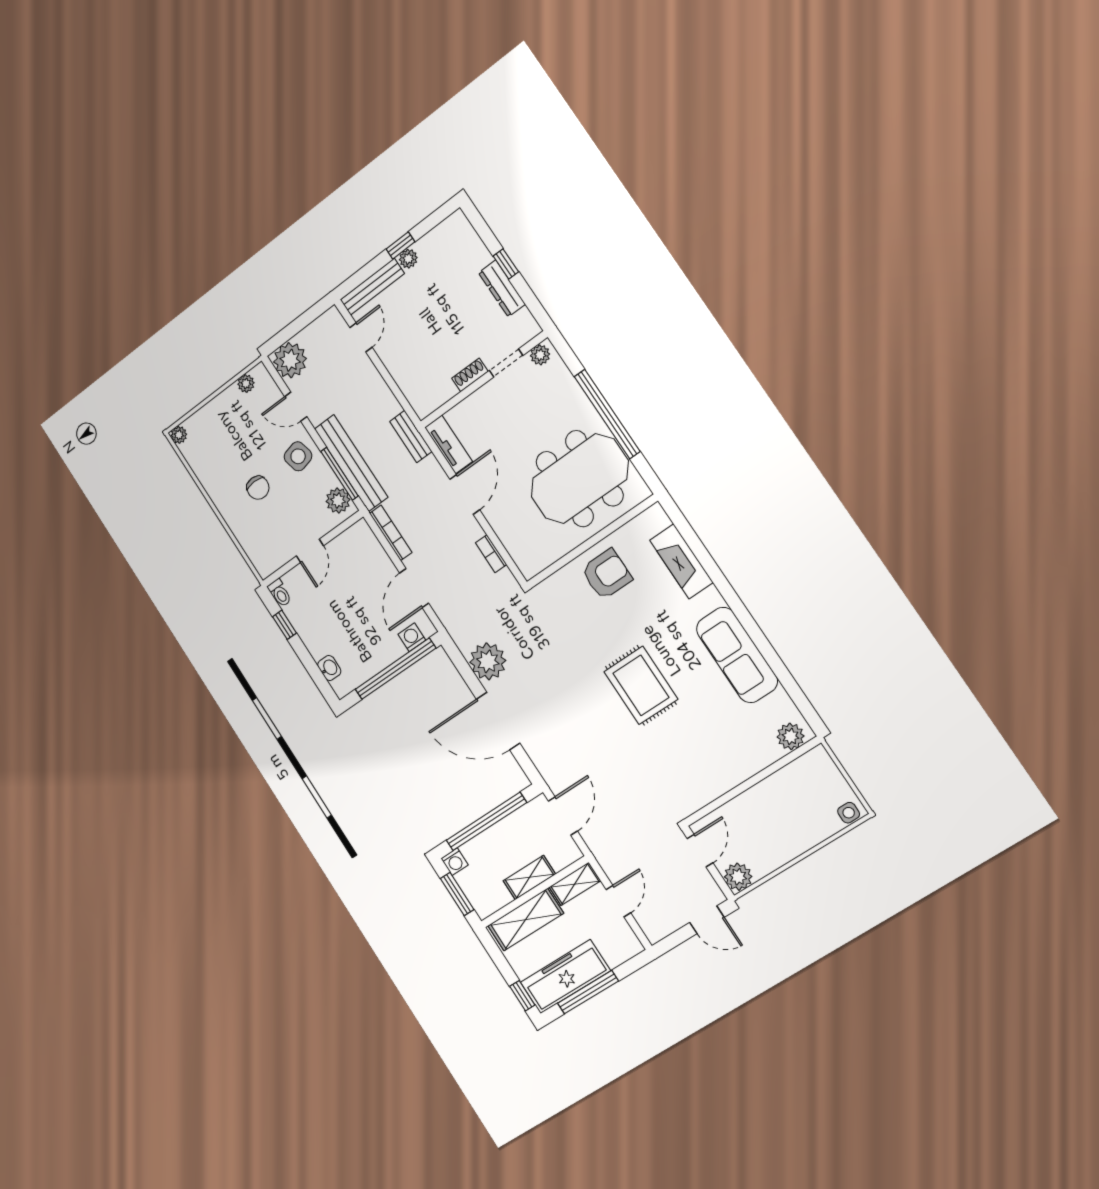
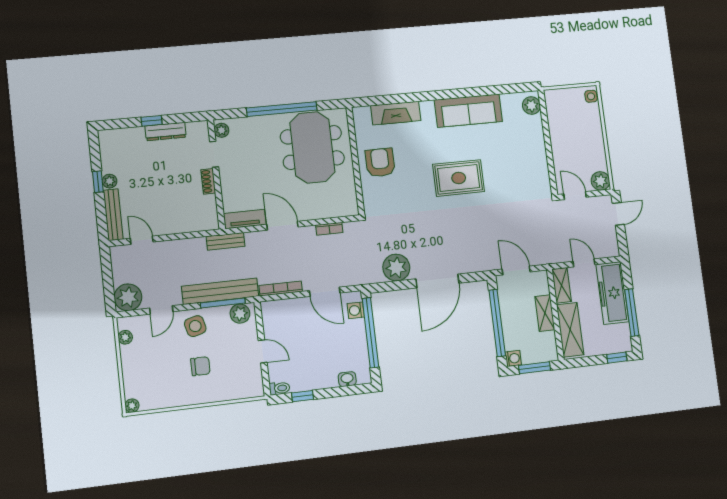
freezer: (565, 977) -> (612, 293), moved

